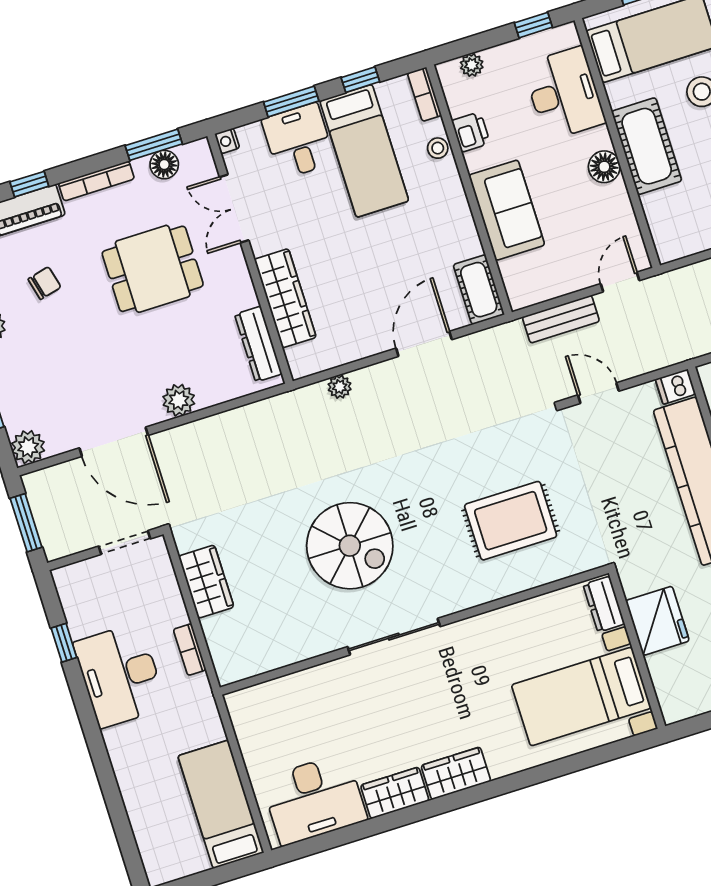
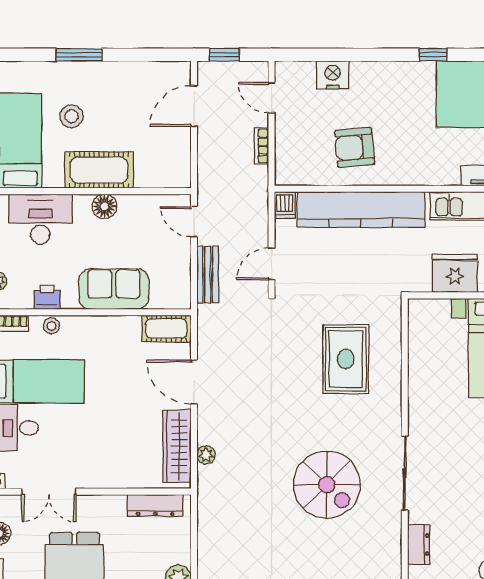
wardrobe: (285, 298) -> (177, 446), moved, turned -90
spiral stairs: (350, 546) -> (327, 485), turned 90
dresser: (604, 604) -> (419, 545), moved, turned -90

